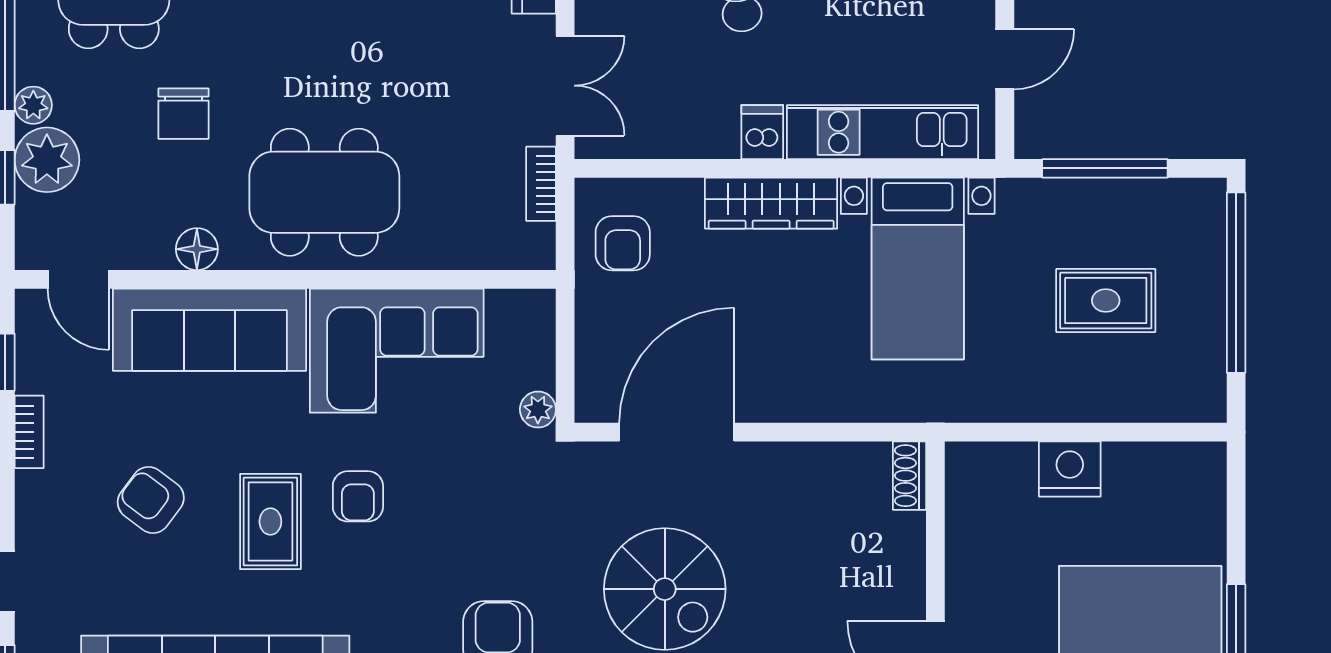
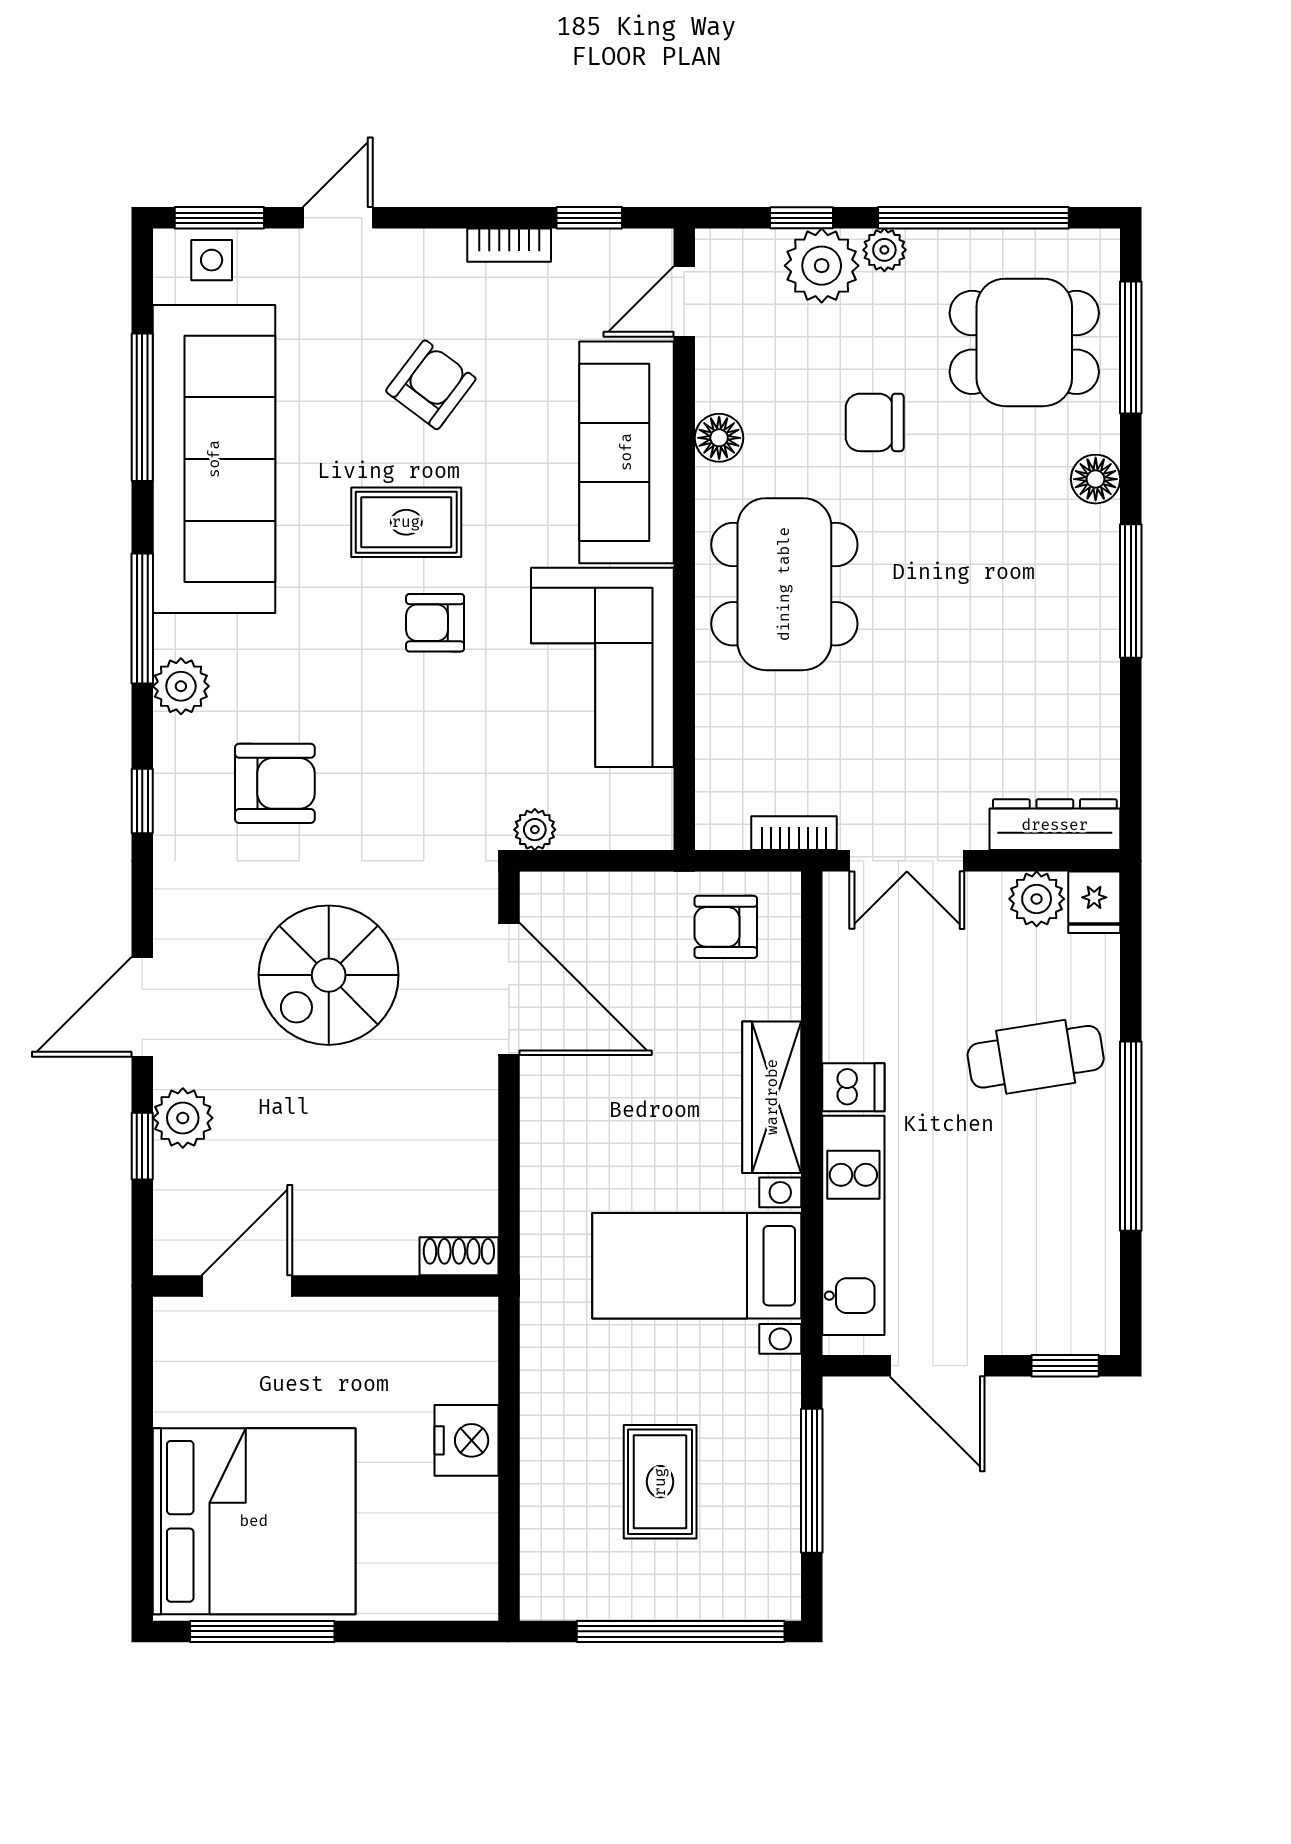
door: (1005, 59) -> (937, 1366), width x1.38

